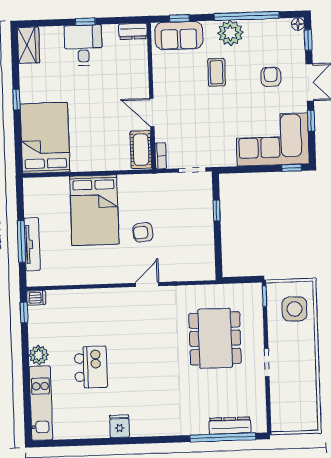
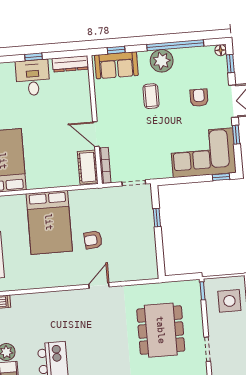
dresser: (133, 31) -> (70, 64), width x1.44
bookcase: (161, 156) -> (105, 165), width x1.56

